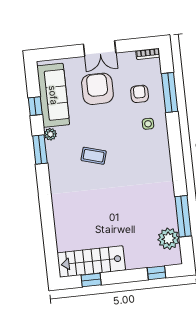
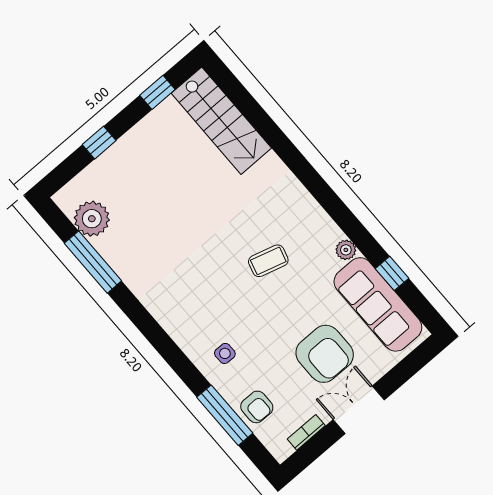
bookcase: (148, 54) -> (306, 432), moved
armchair: (140, 94) -> (257, 407), moved
window: (40, 149) -> (346, 220), removed
stairs: (91, 261) -> (221, 121), moved, turned 90
window: (157, 273) -> (99, 143), moved

